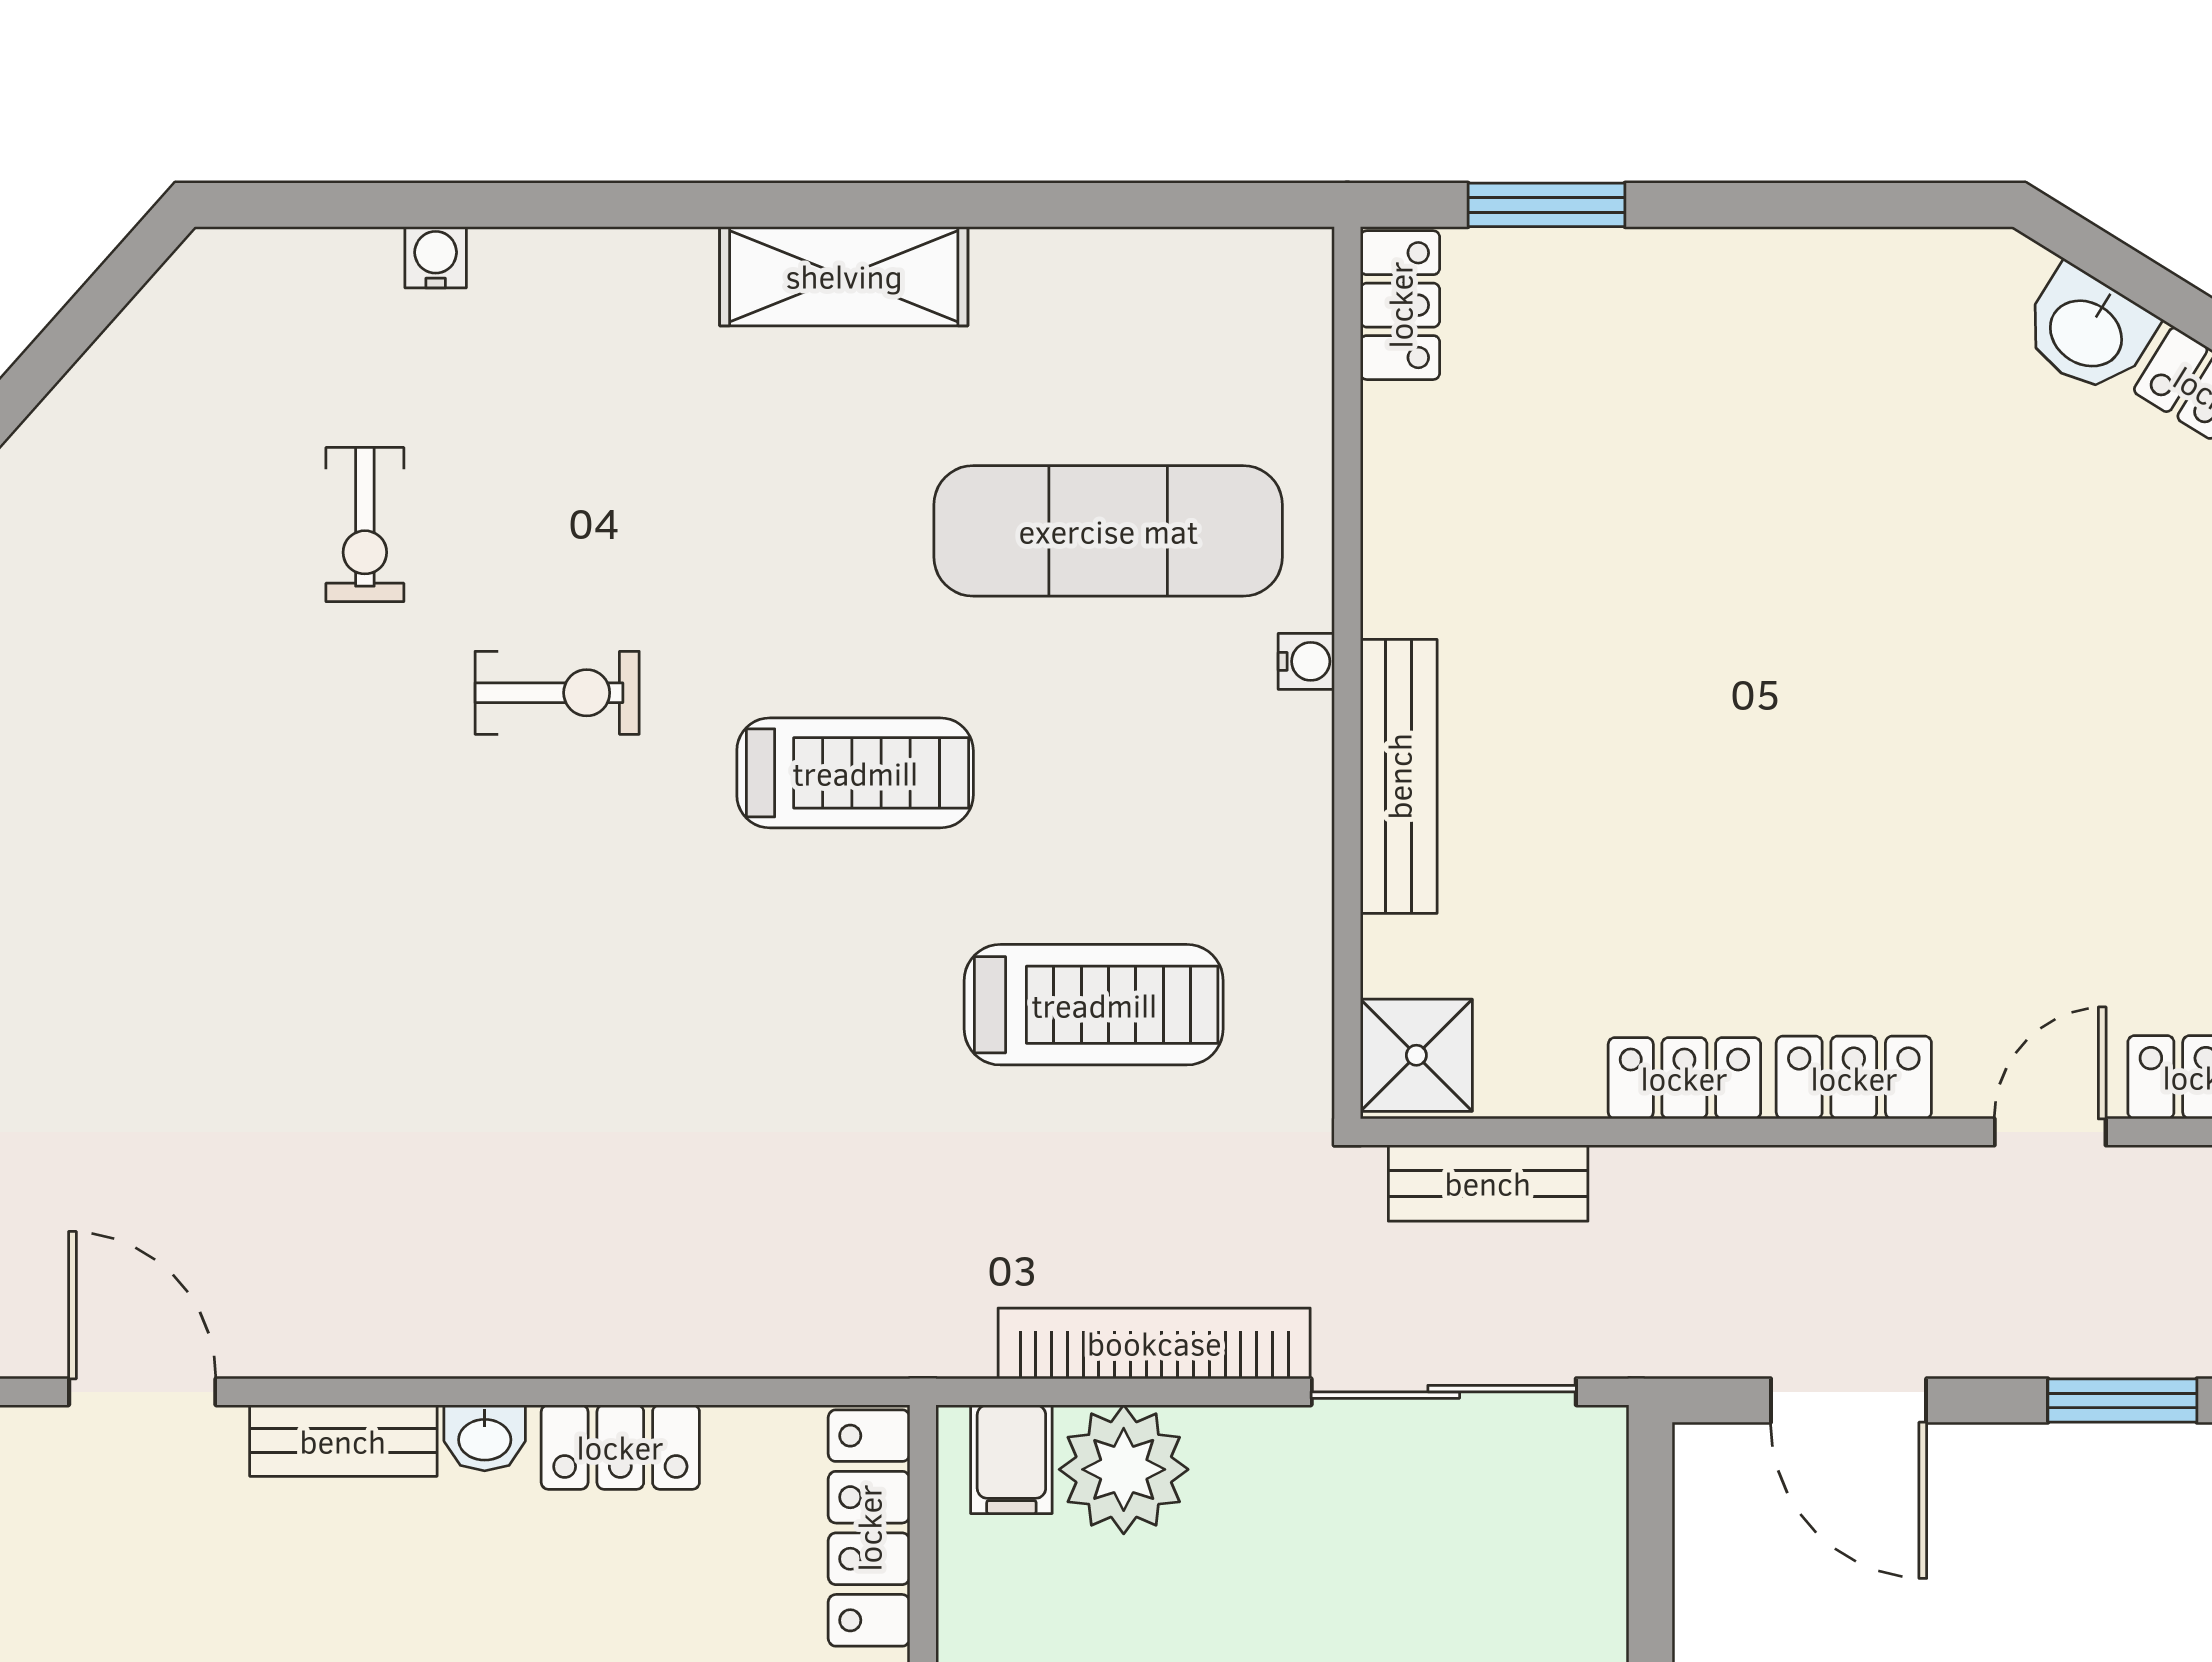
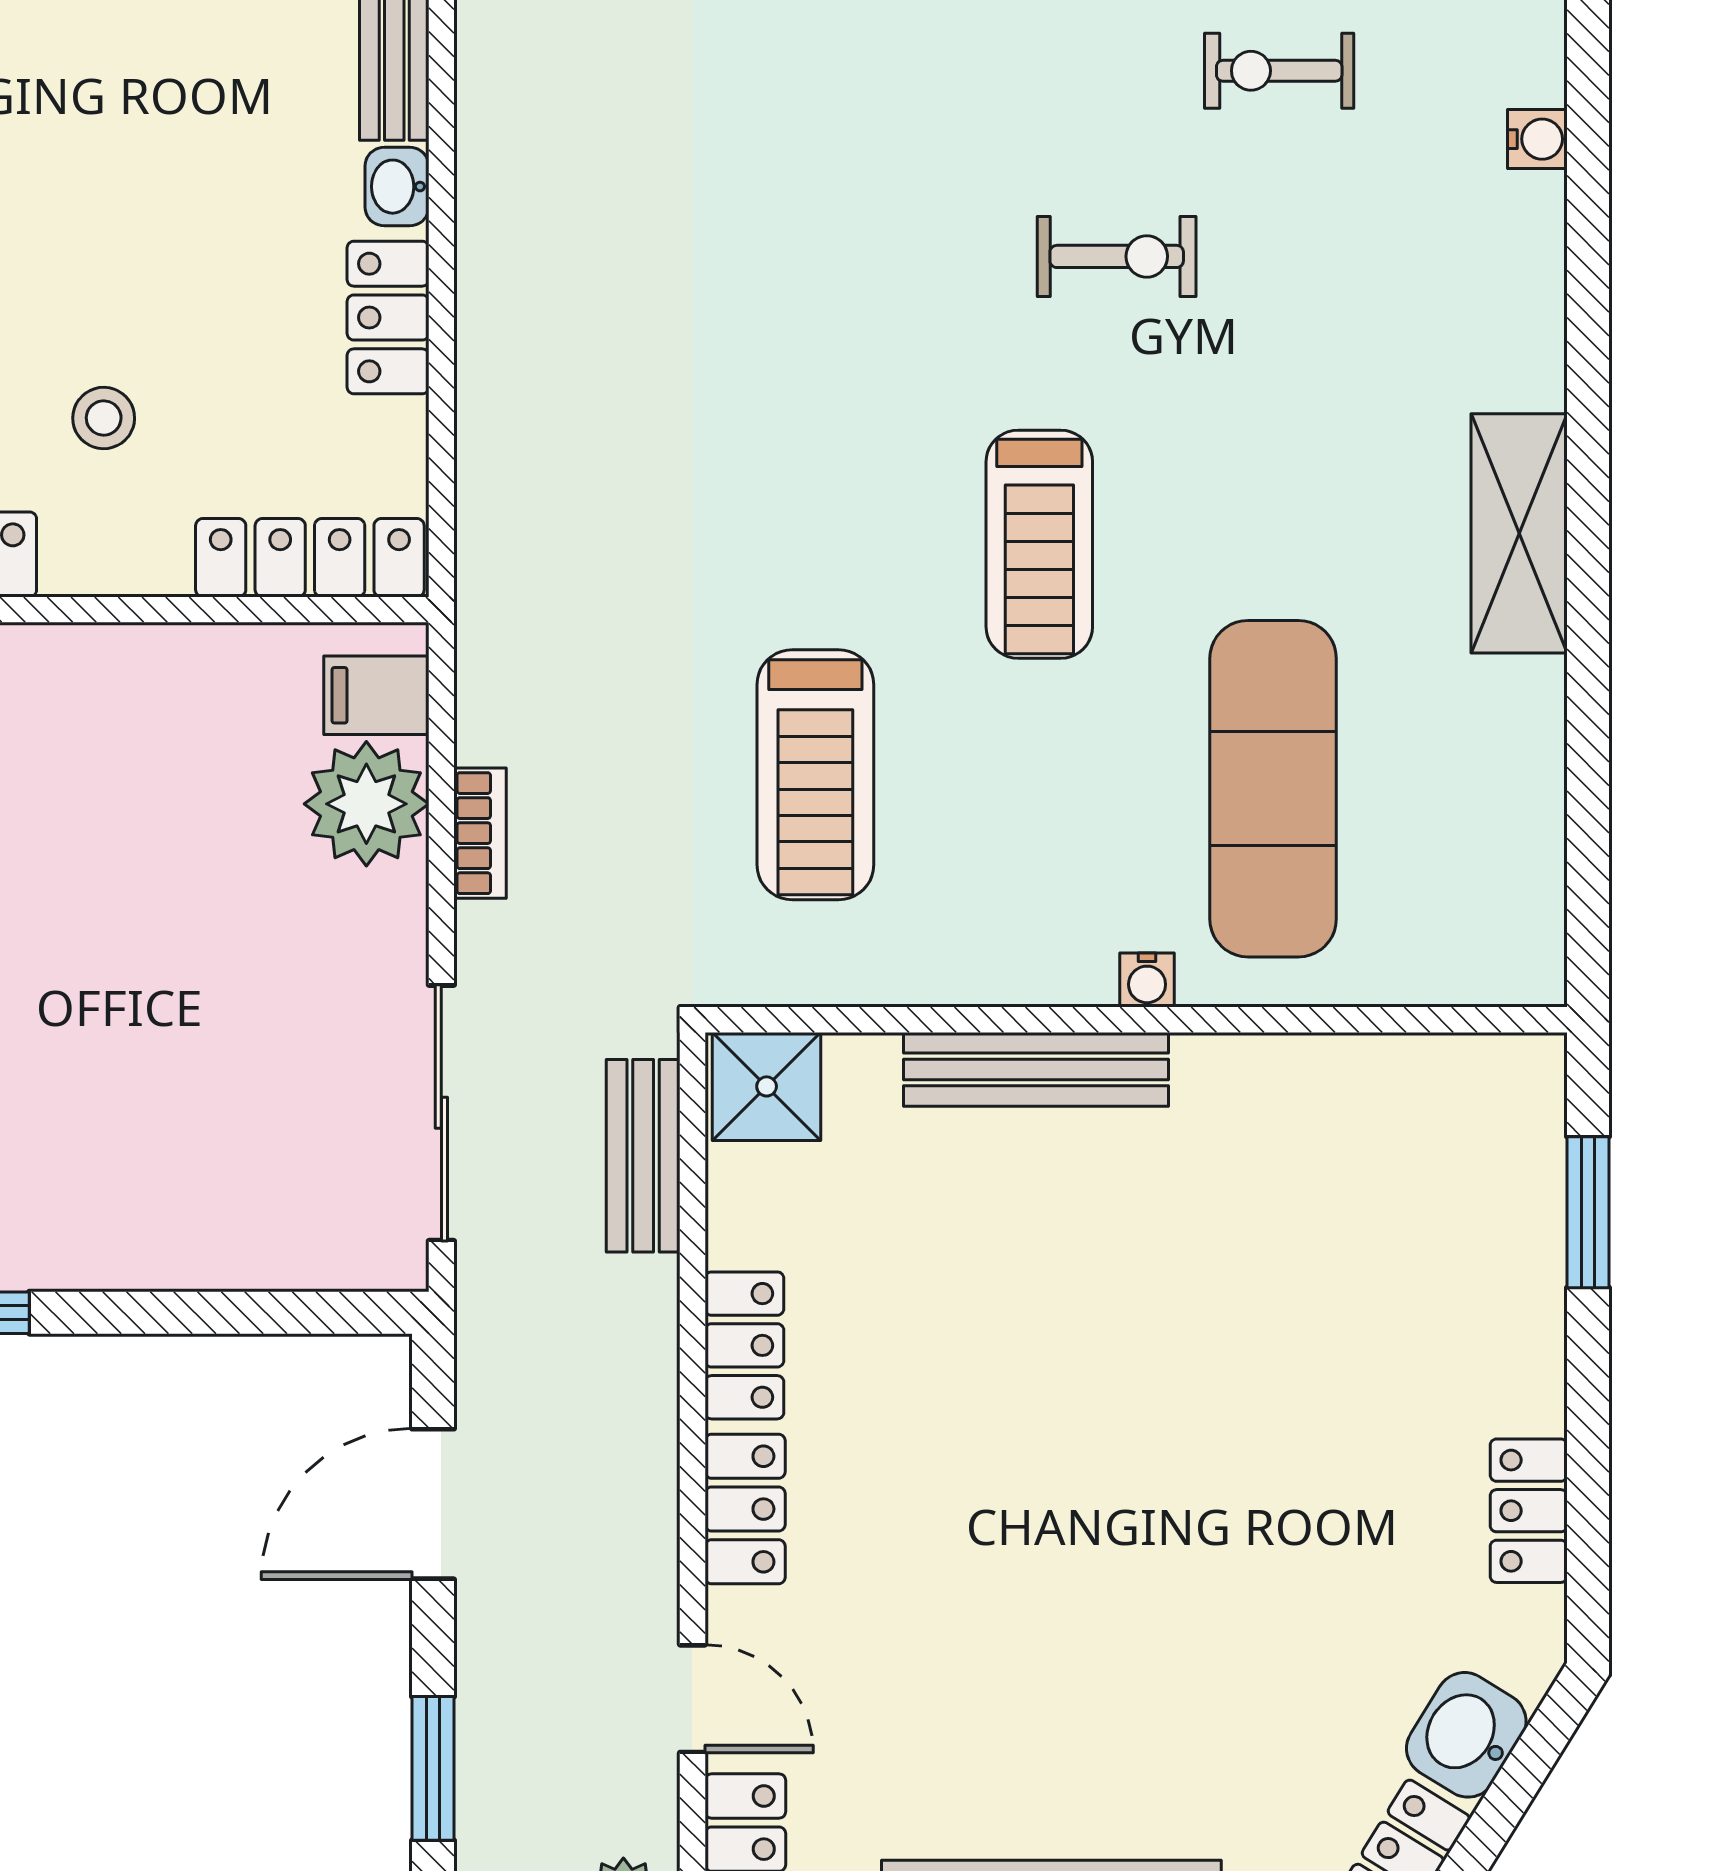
locker: (1400, 305) -> (1529, 1511), moved, turned 90
exercise bike: (557, 693) -> (1117, 256), turned -90
bookcase: (1154, 1343) -> (480, 833), width x0.43, depth x0.76

